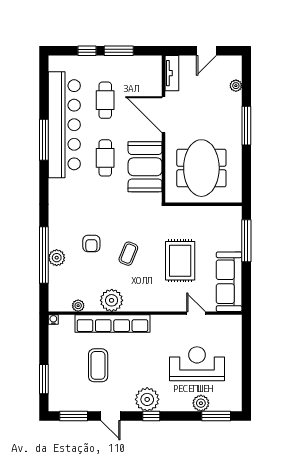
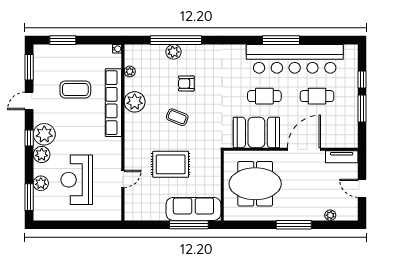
sofa: (229, 282) -> (193, 209), moved
reception desk: (197, 364) -> (77, 180), turned 180
plant: (169, 402) -> (42, 154), added

